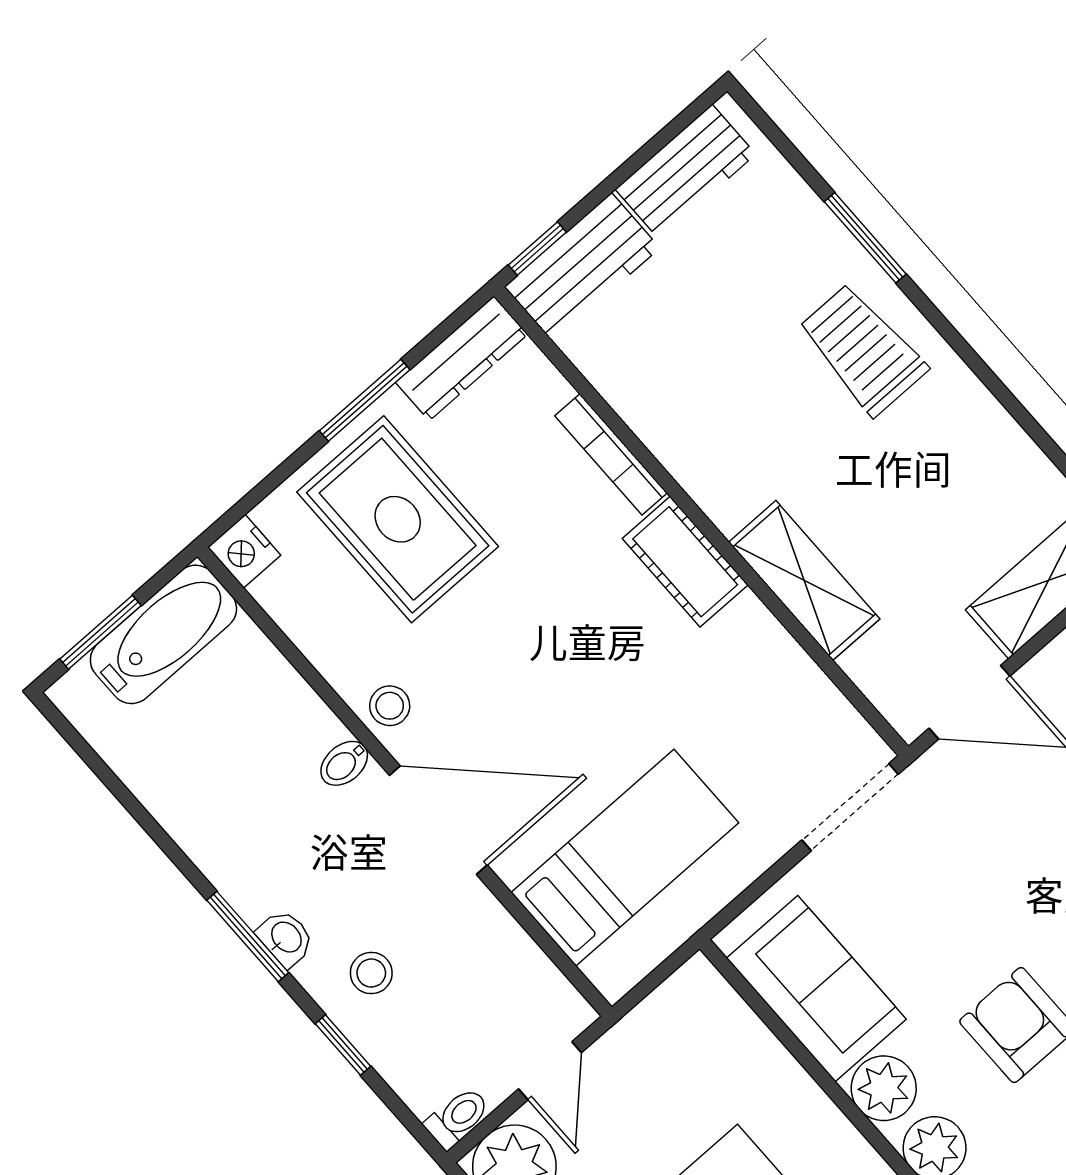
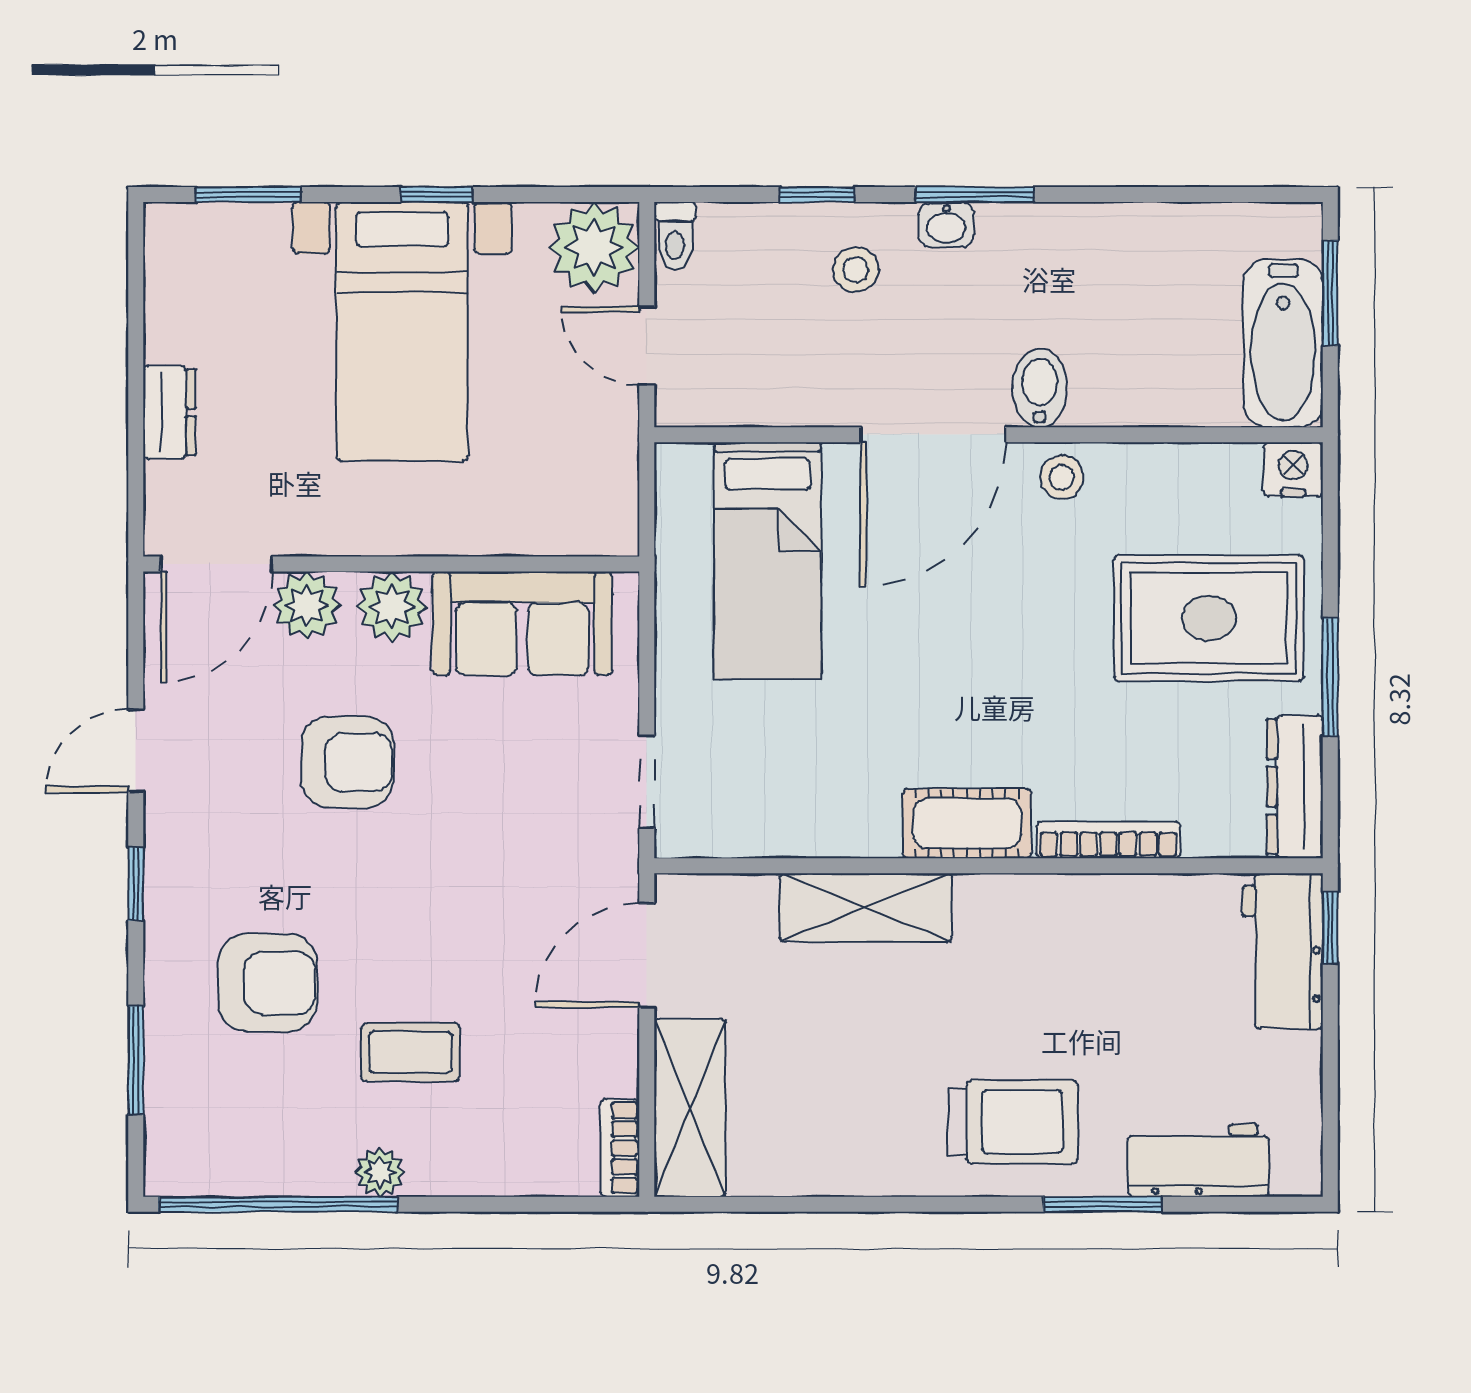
workbench: (686, 172) -> (1198, 1160), moved, turned 90
bidet: (344, 763) -> (1040, 388), width x1.38, depth x1.36
doorway: (850, 807) -> (647, 782), width x0.73

